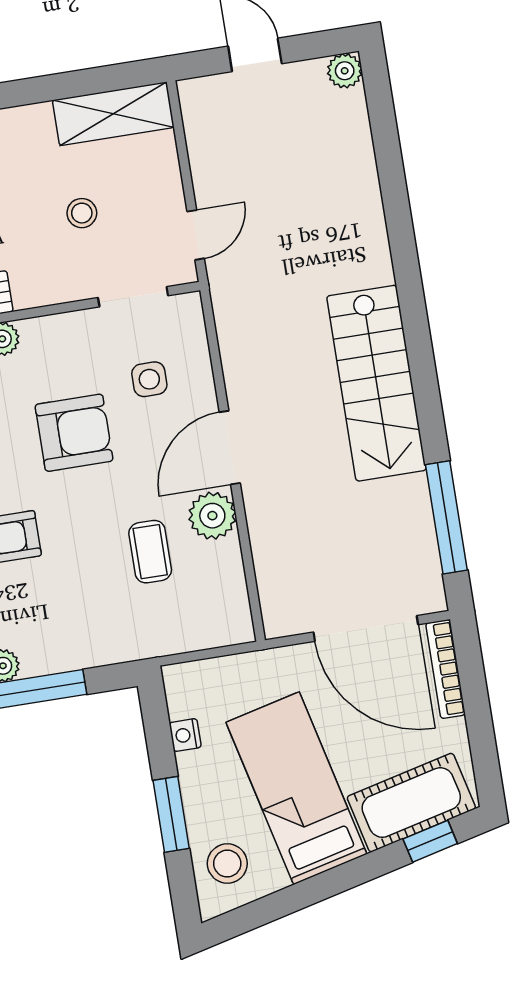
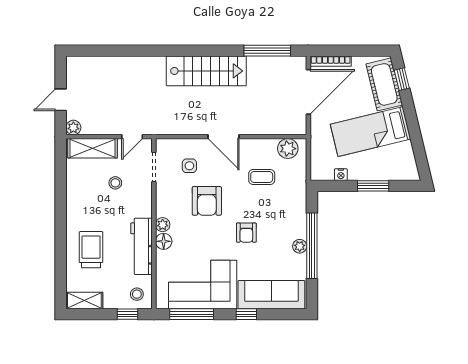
plant: (345, 71) -> (73, 128), moved
shelving: (113, 114) -> (92, 148), moved, turned 90
door: (196, 235) -> (132, 137), swing flipped
armchair: (74, 433) -> (207, 201), turned 180
plant: (212, 516) -> (288, 149), moved
stool: (227, 864) -> (397, 166), removed

